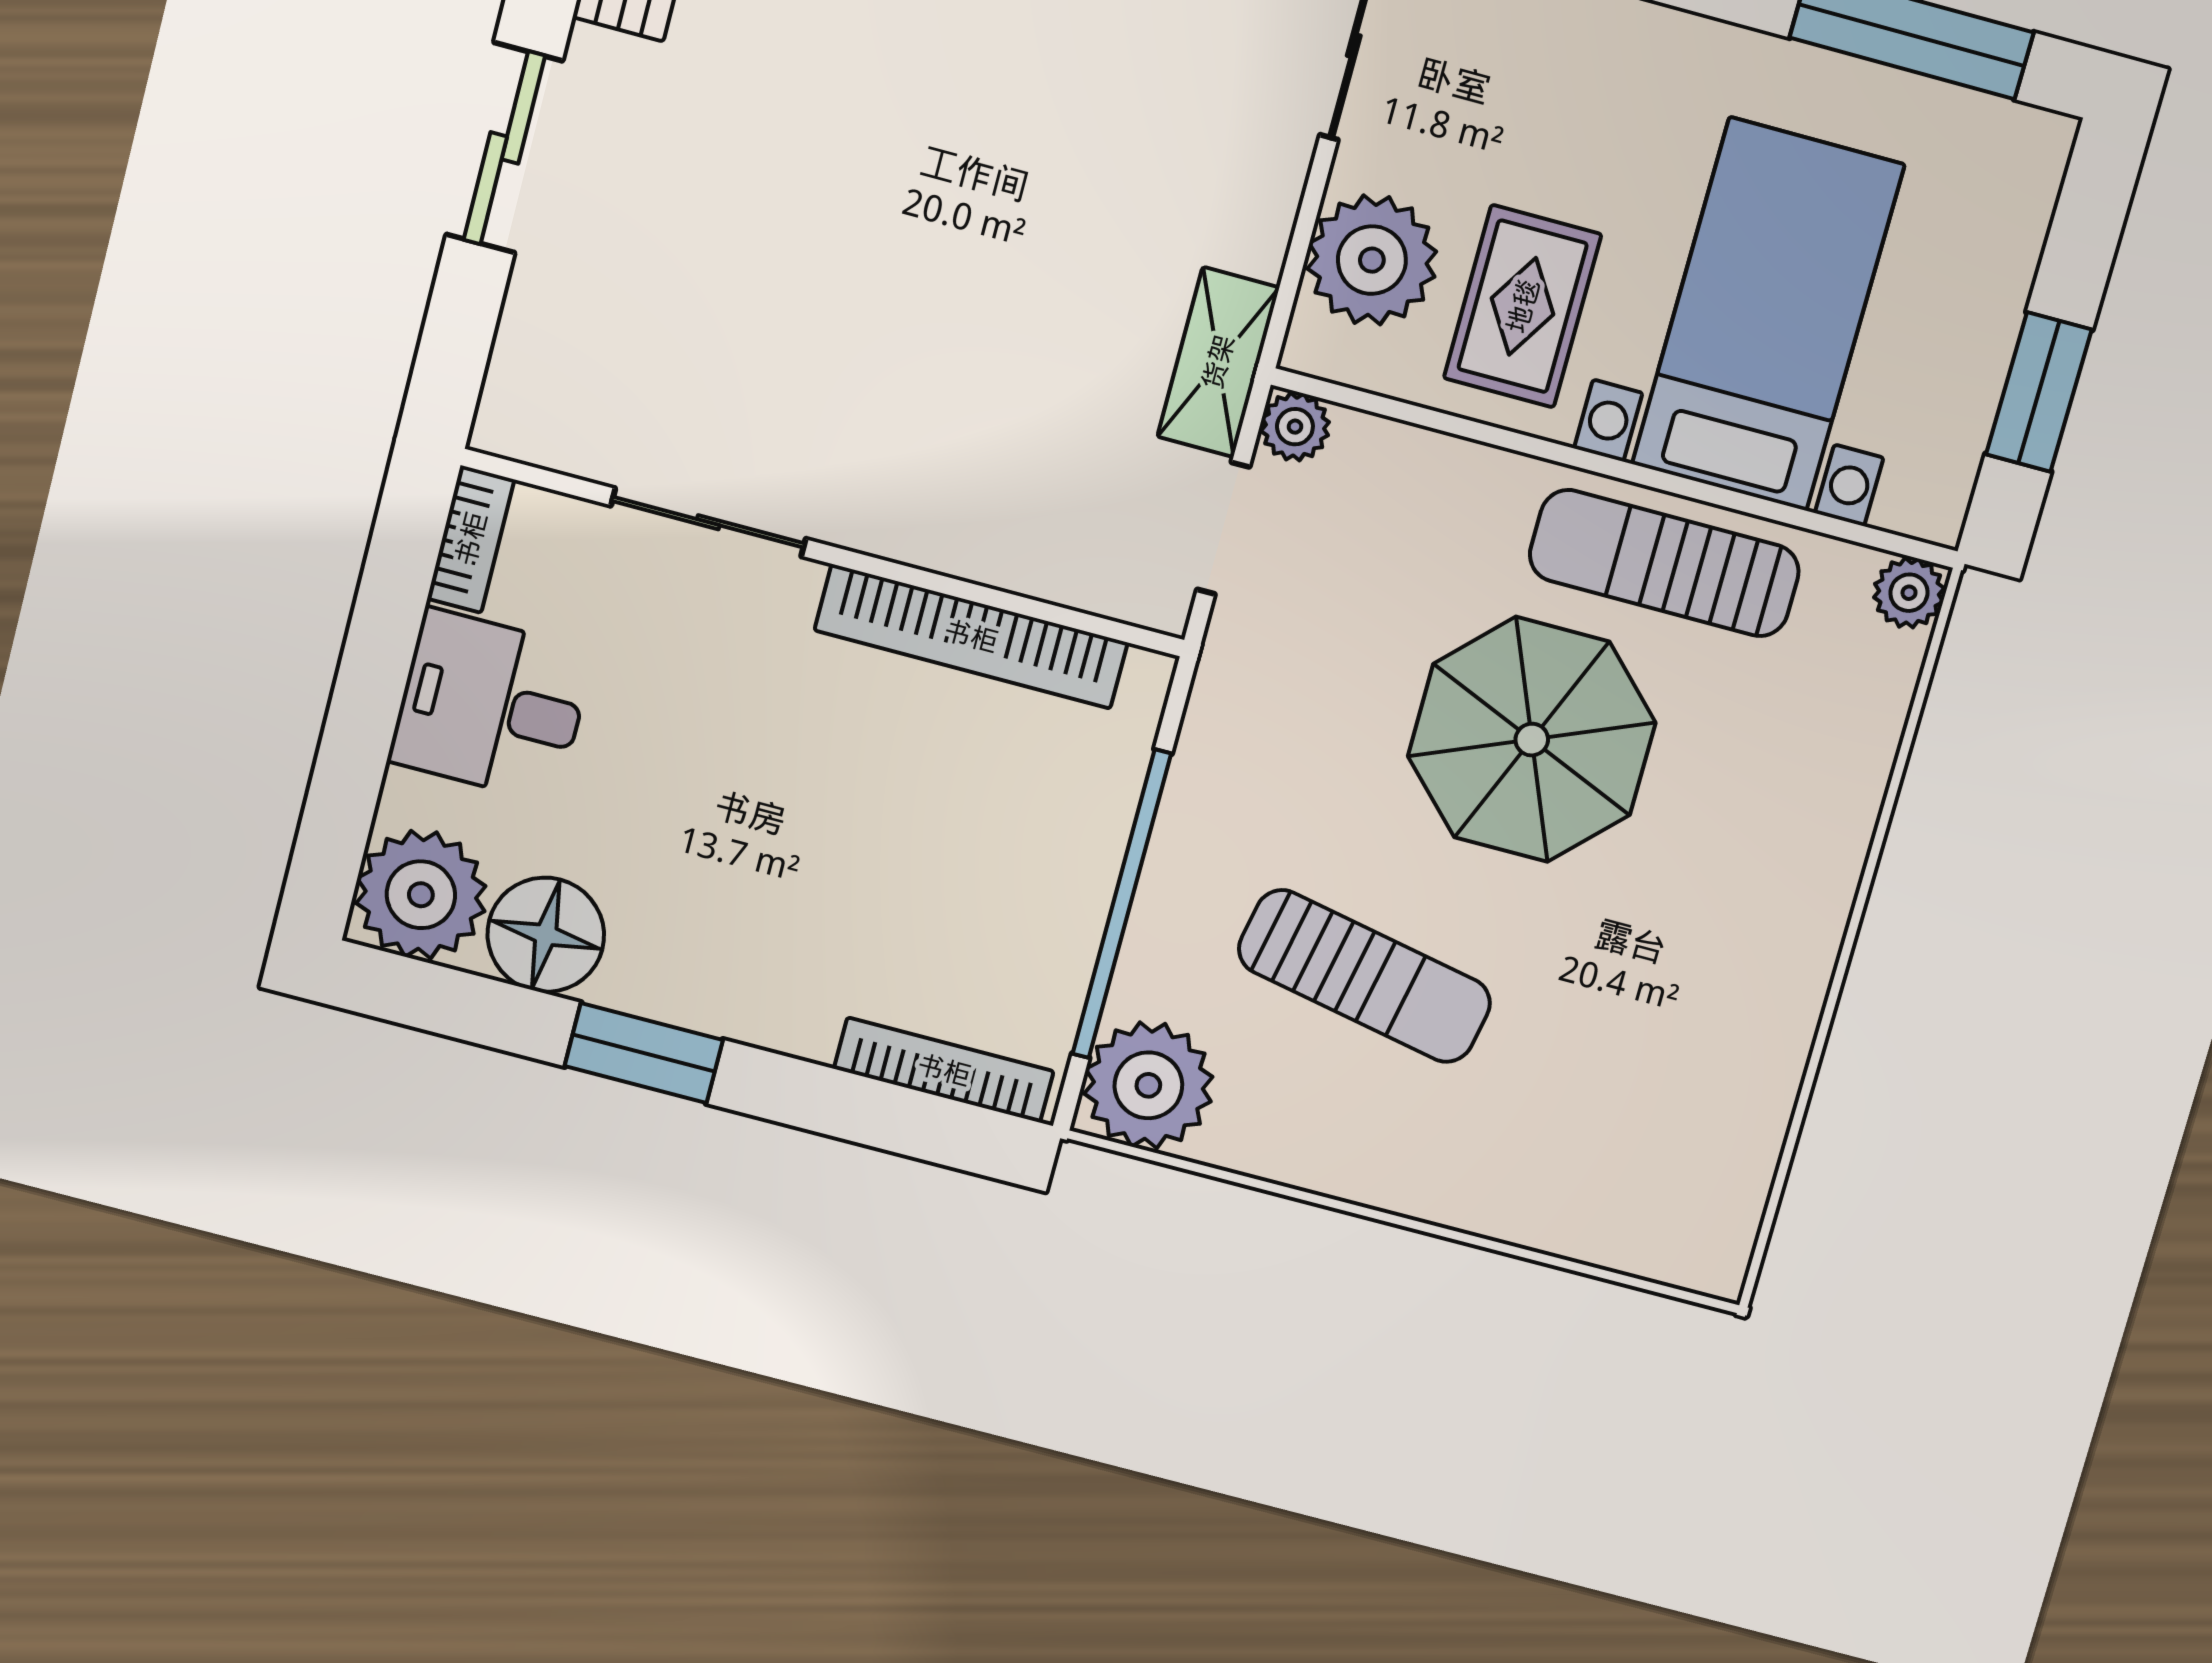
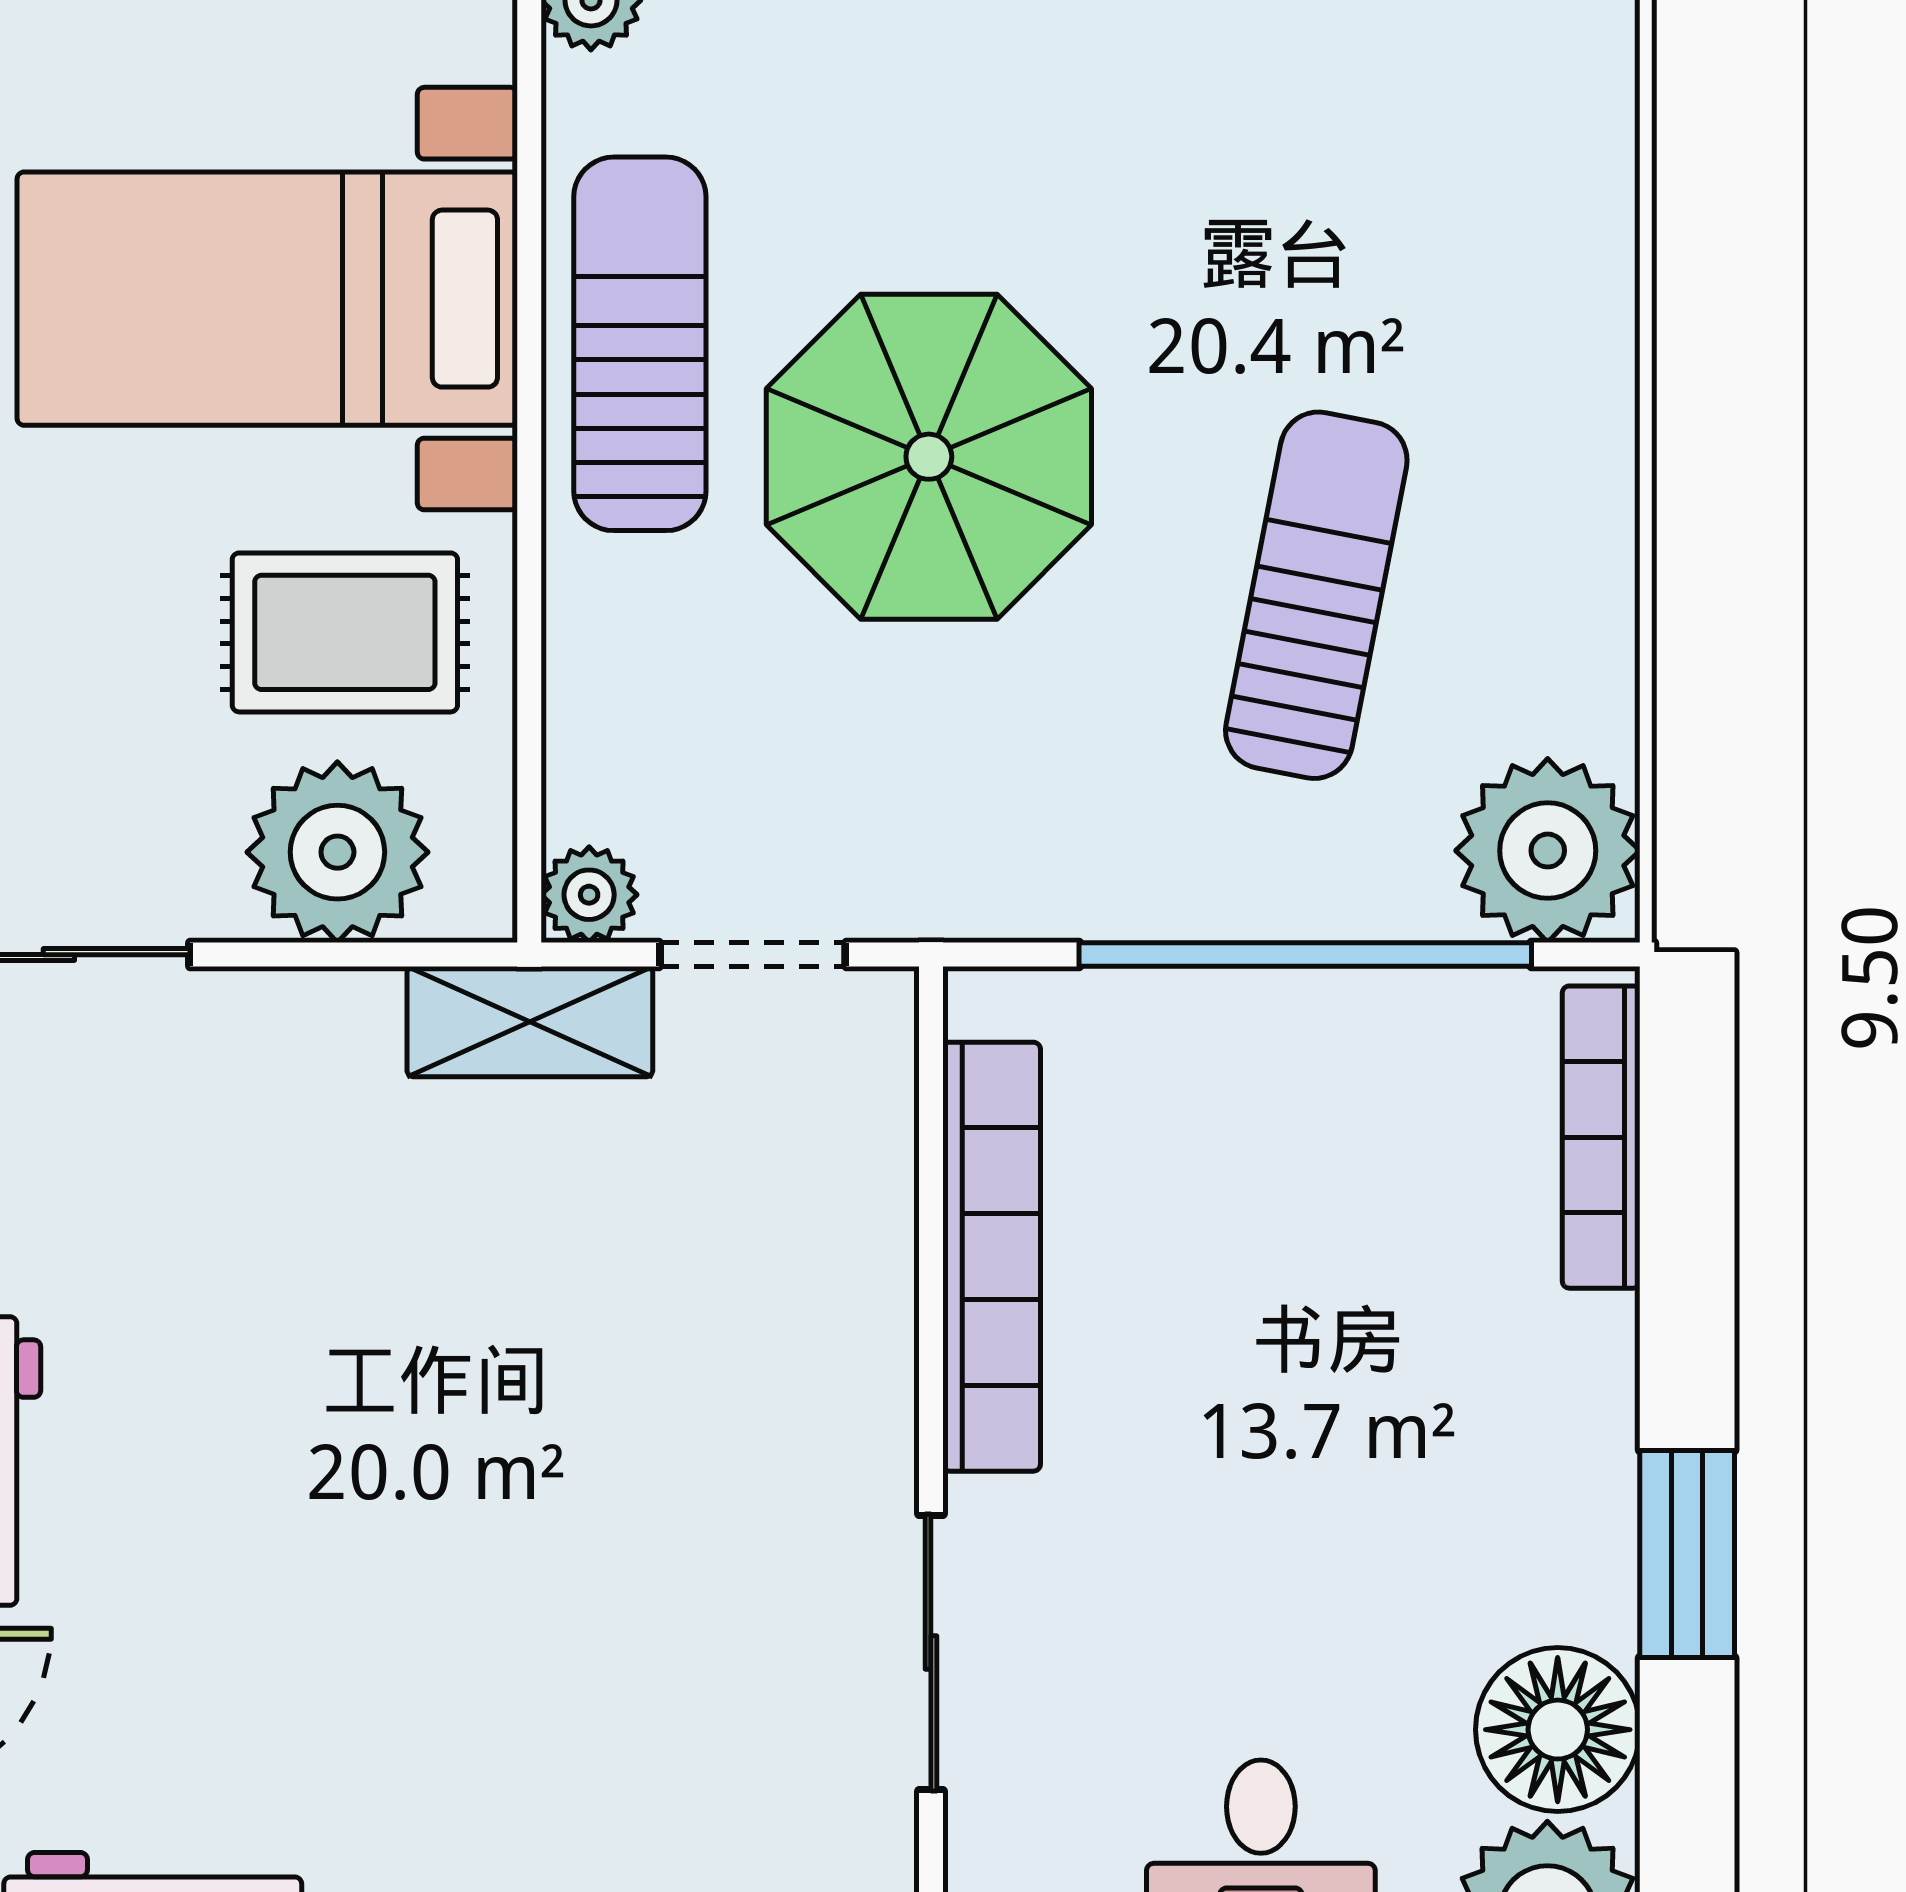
sun lounger: (1664, 563) -> (640, 344), turned 180

